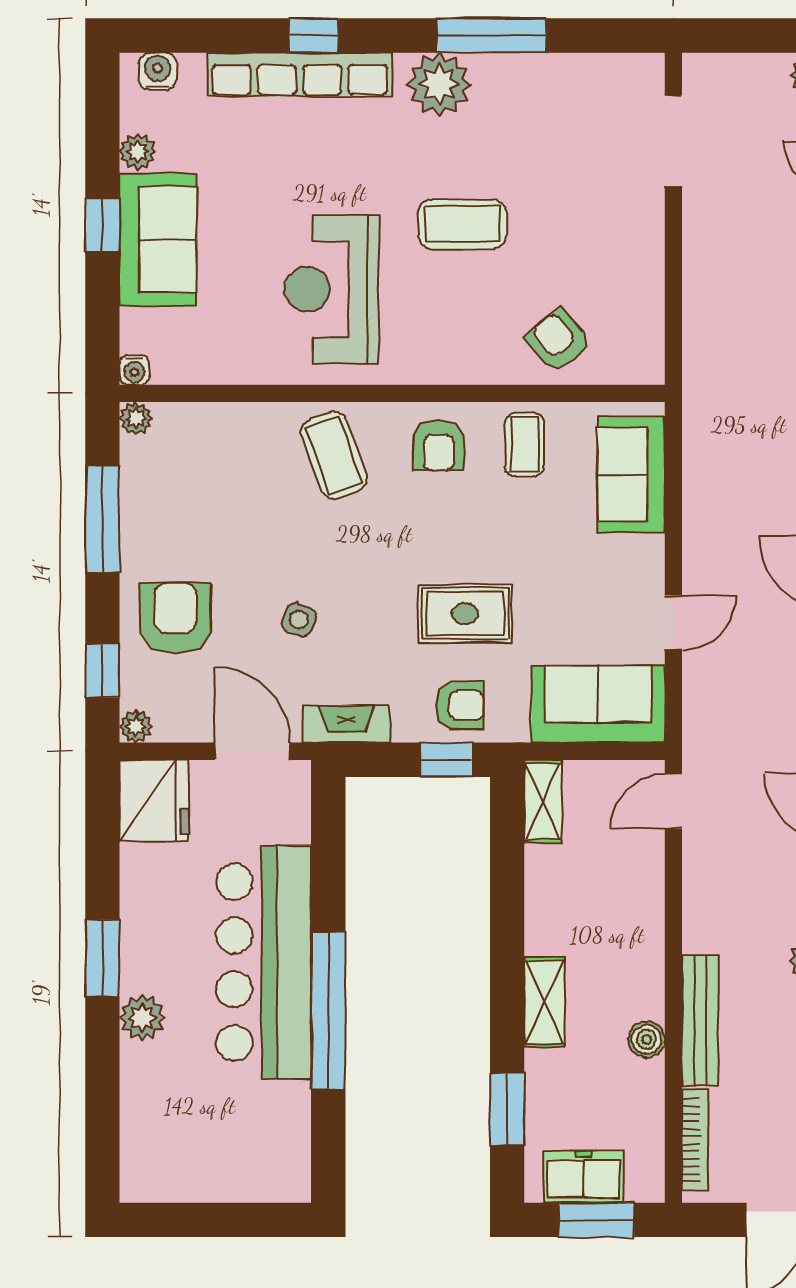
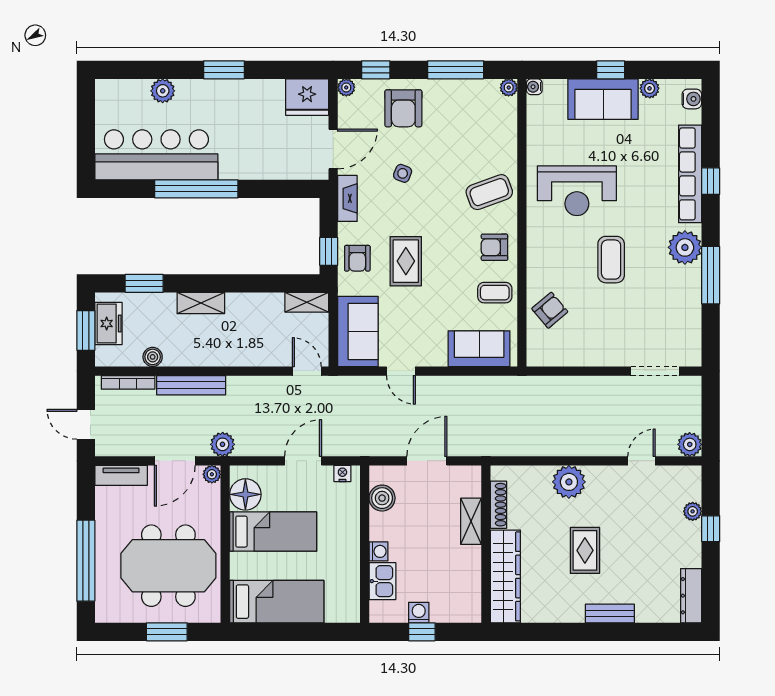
reception desk: (332, 289) -> (577, 191), turned 180
armchair: (175, 618) -> (403, 108), turned 90
bar counter: (264, 962) -> (156, 155), moved
plant: (142, 1018) -> (163, 91), moved
boiler: (647, 1039) -> (153, 357), moved

